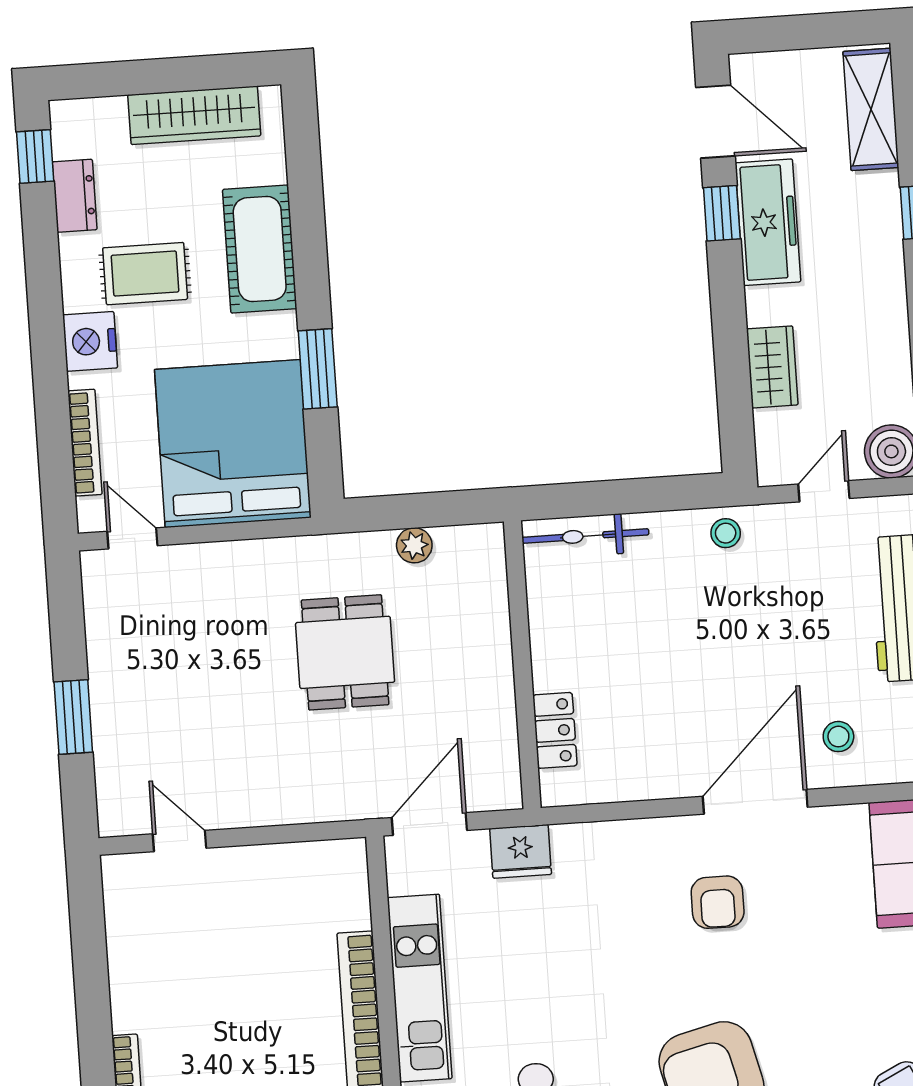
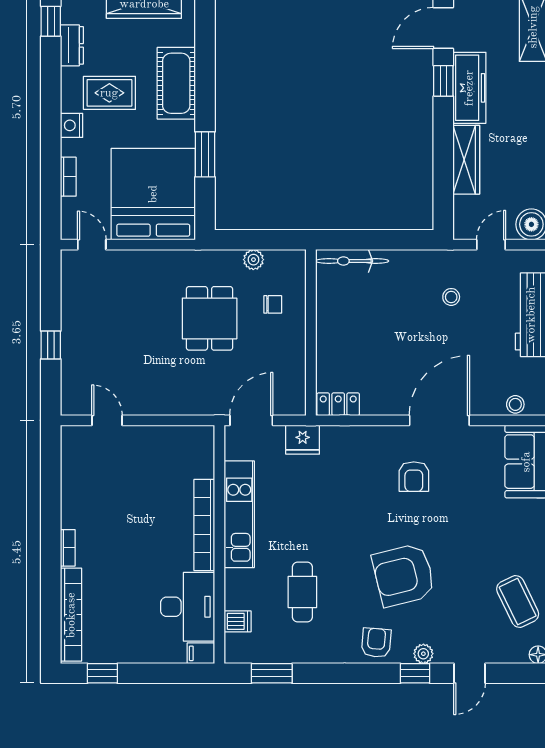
door: (716, 122) -> (443, 28), swing flipped
nightstand: (90, 341) -> (72, 125), width x0.74, depth x0.75
wardrobe: (772, 367) -> (466, 160), width x1.50
bookcase: (85, 443) -> (68, 177), width x0.64
stool: (726, 533) -> (451, 297), moved
chair: (453, 621) -> (273, 304), added
window: (73, 717) -> (51, 345), width x0.67
locker: (555, 730) -> (338, 404), moved, turned -90
stool: (838, 737) -> (515, 404), moved

